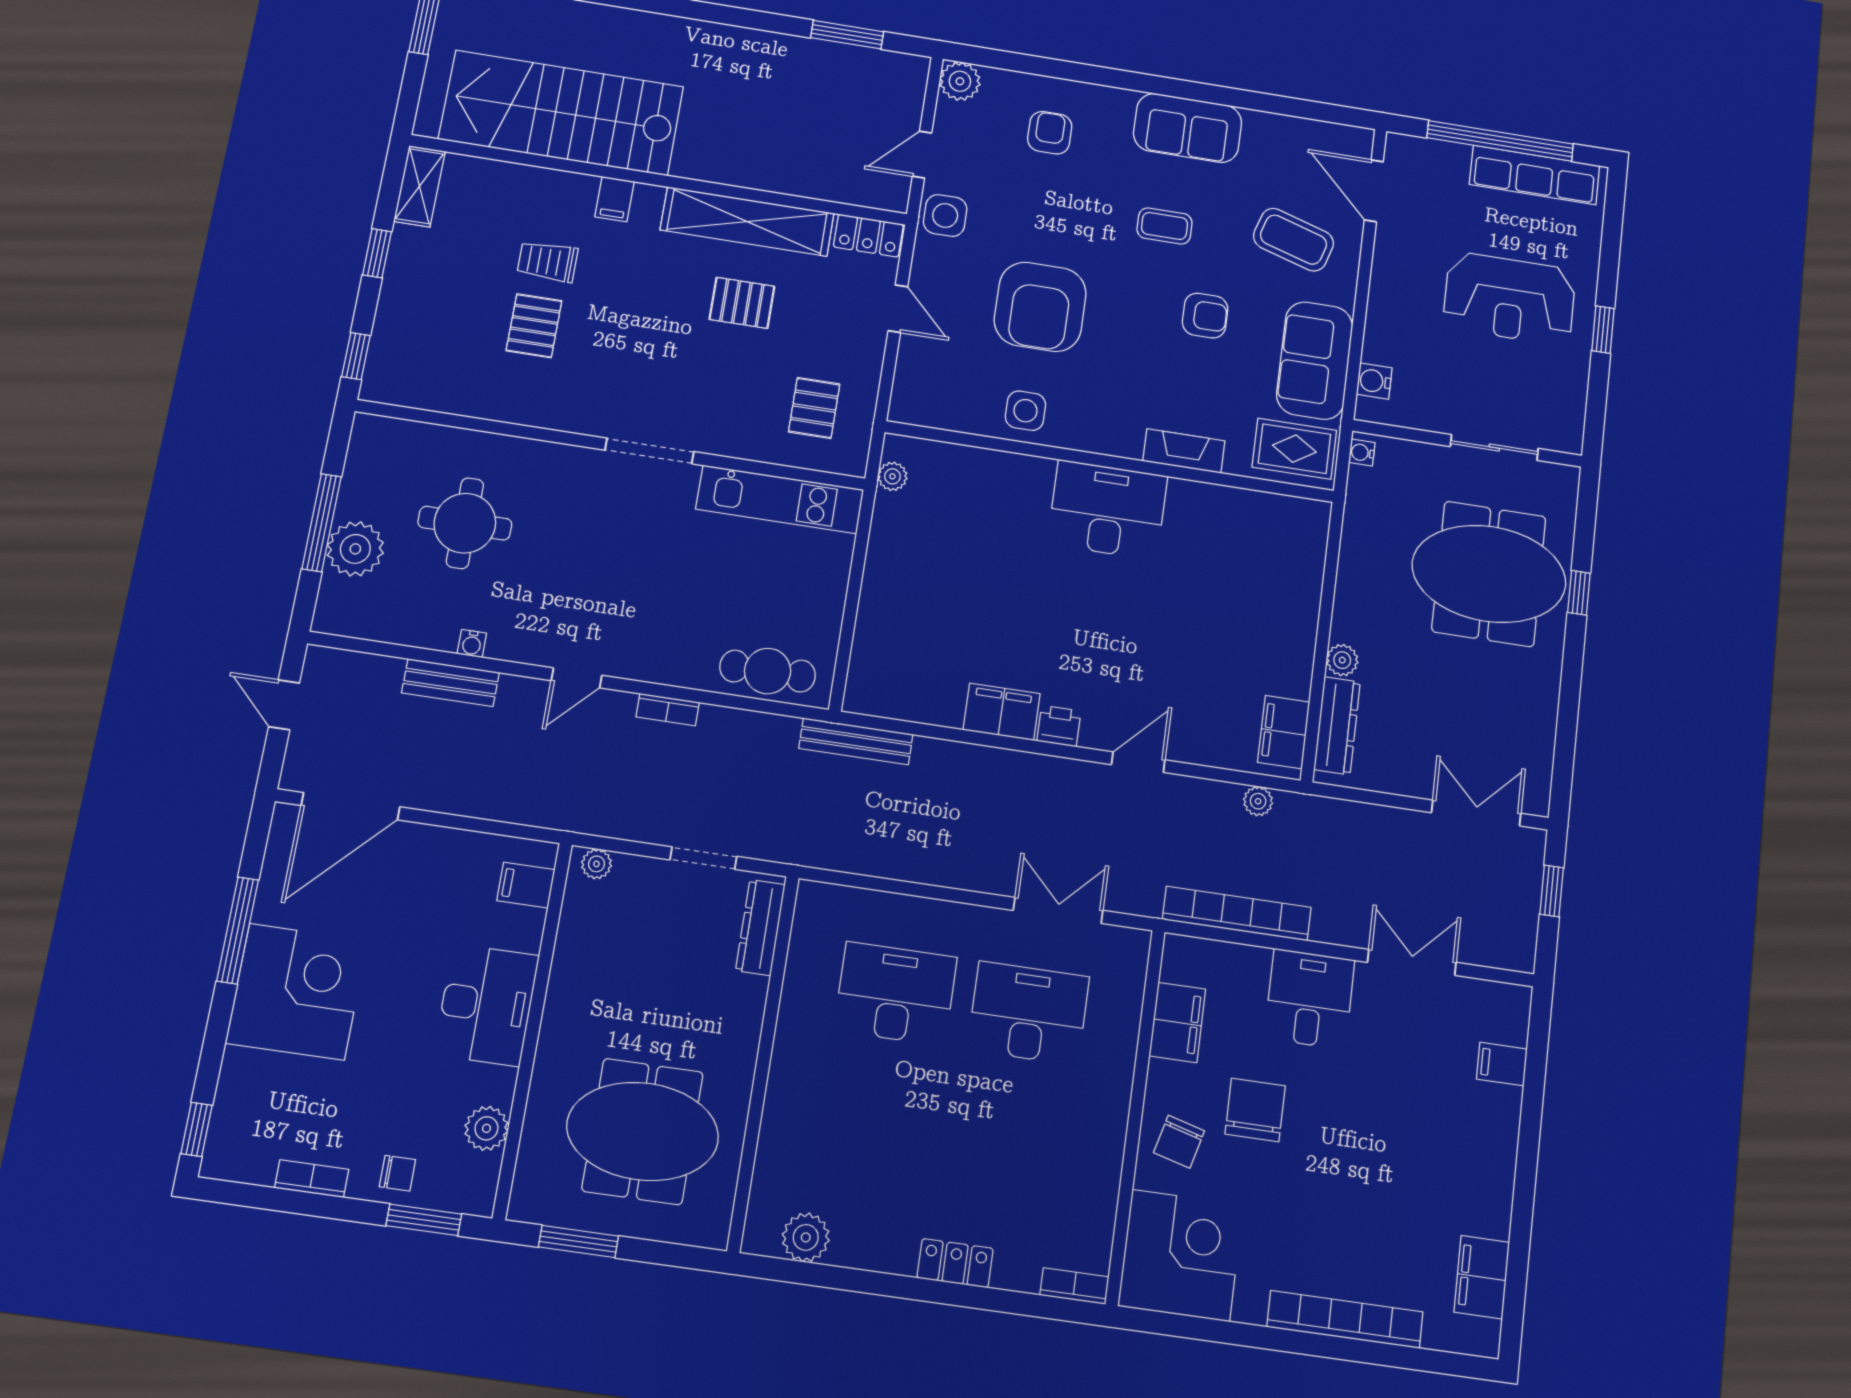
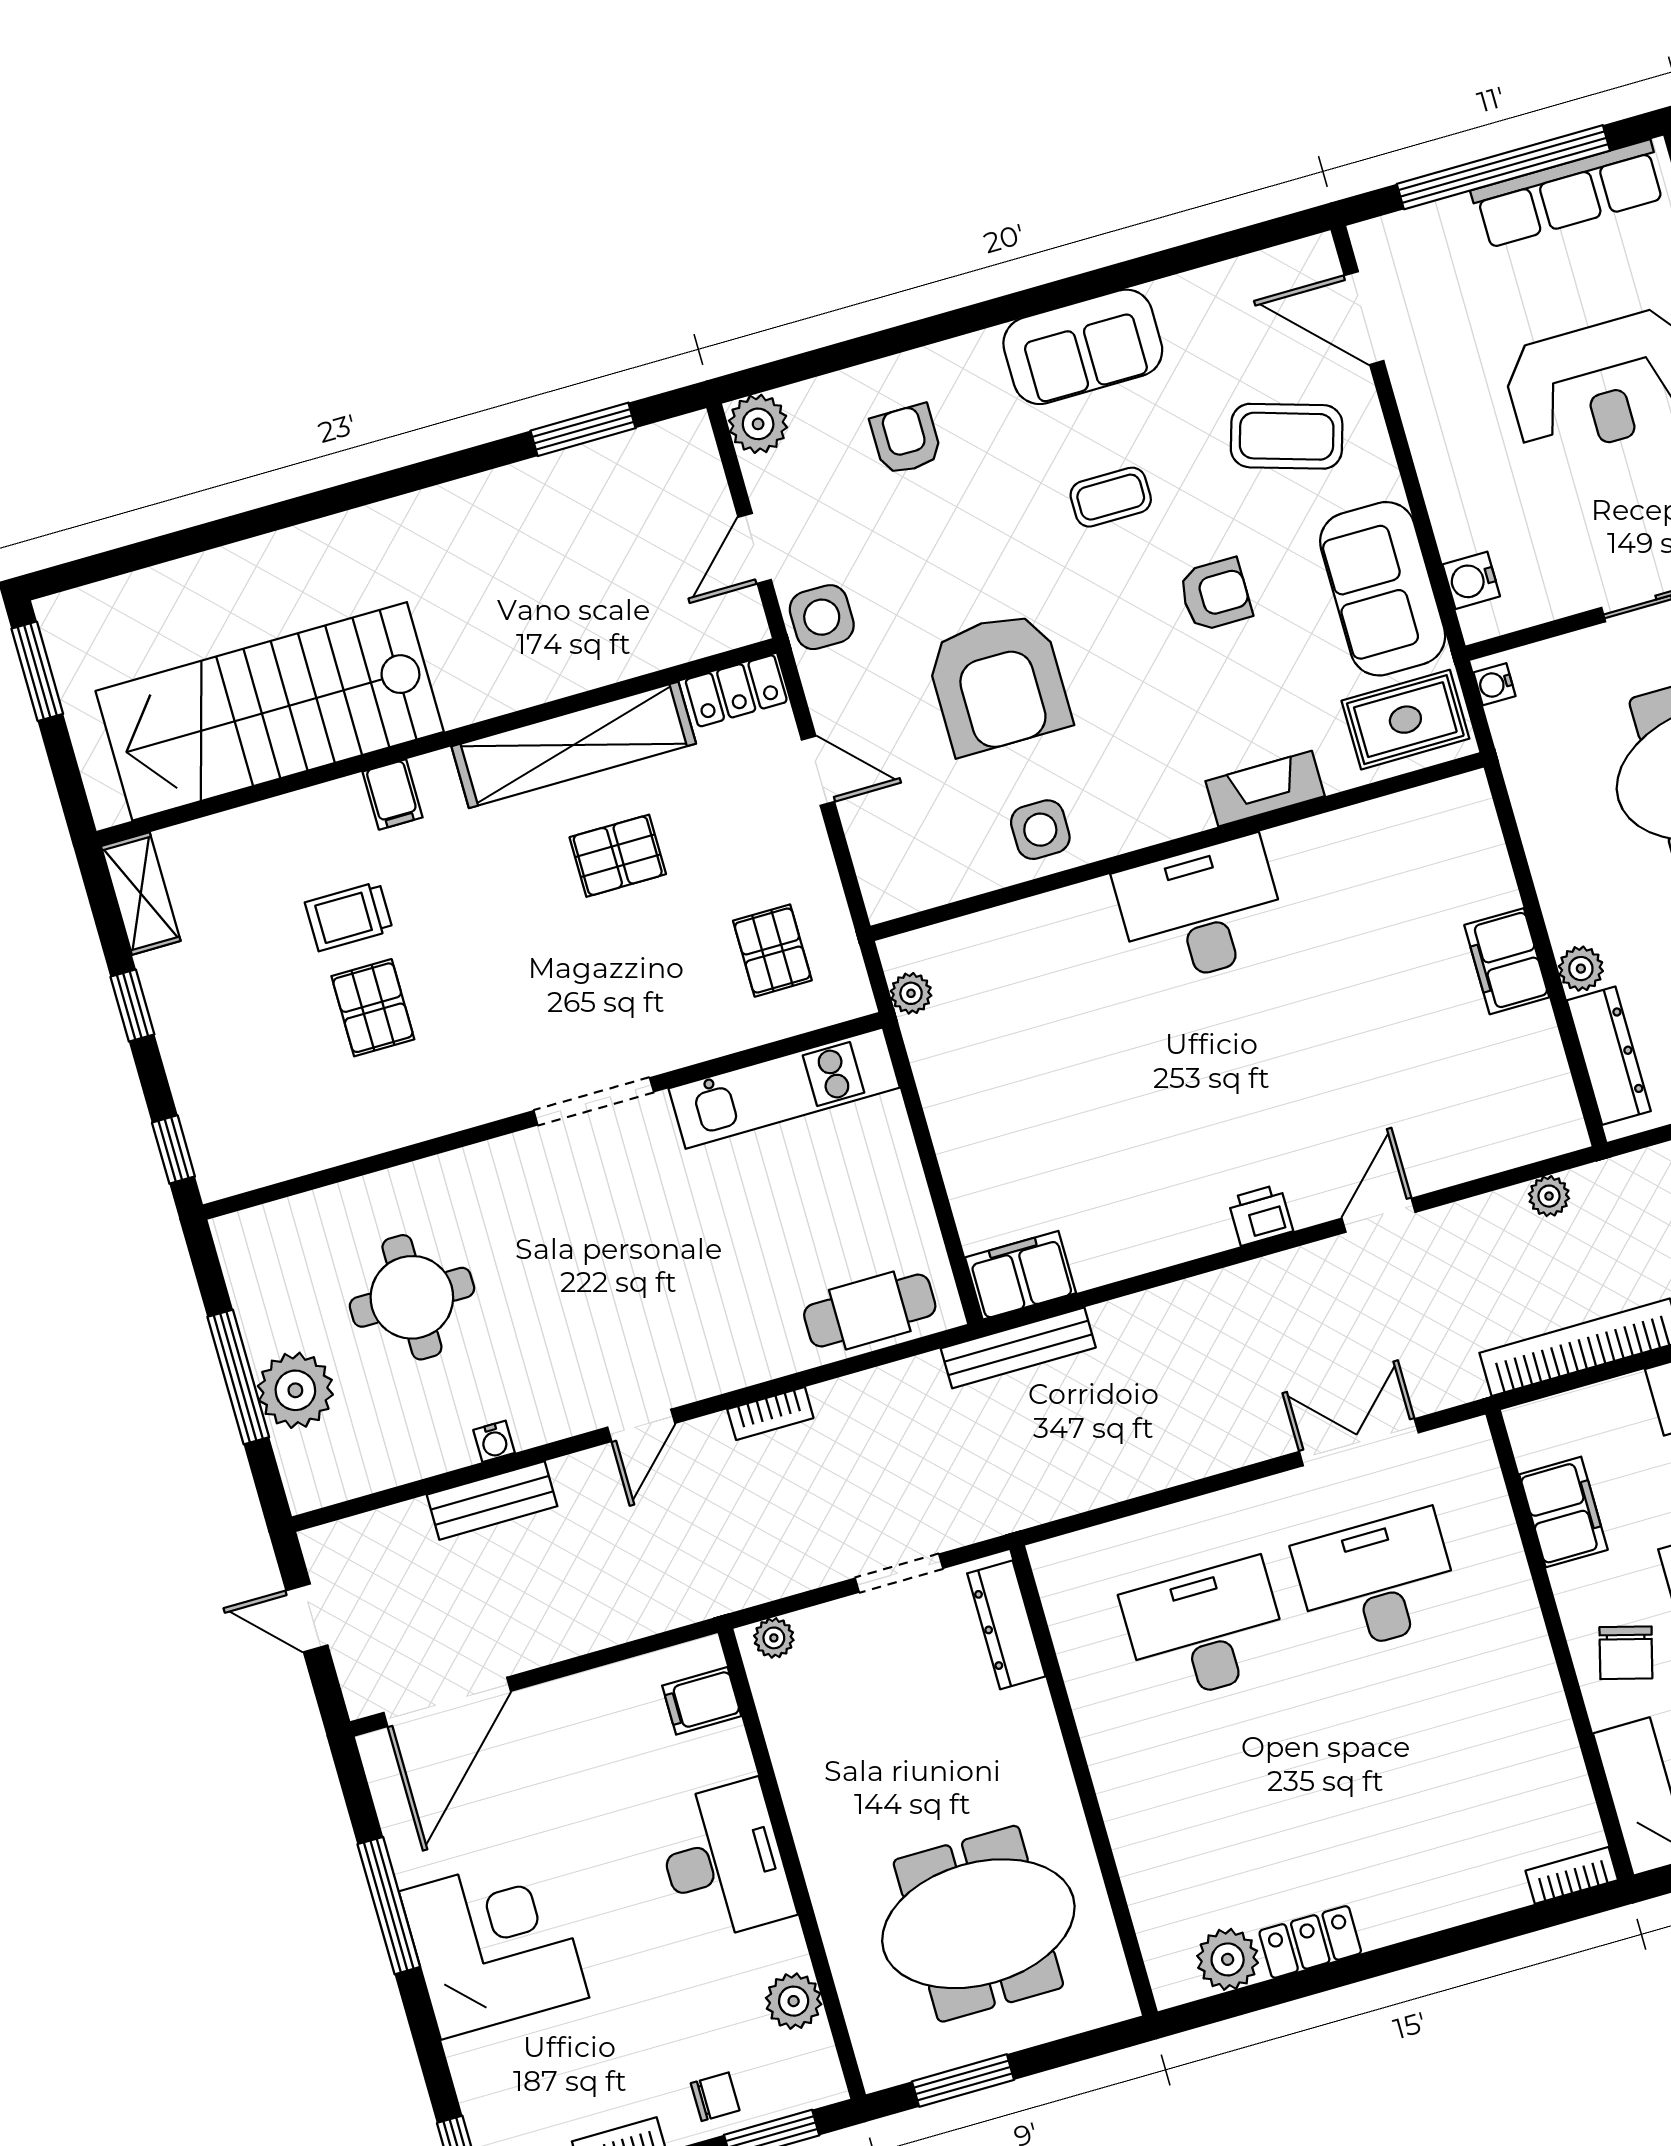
filing cabinet: (1002, 712) -> (1021, 1275), moved
filing cabinet: (1284, 732) -> (1507, 961), moved
locker: (955, 1263) -> (1310, 1942), moved

